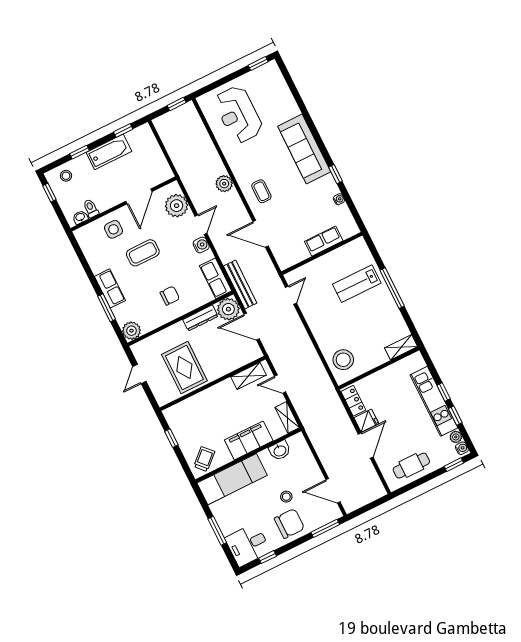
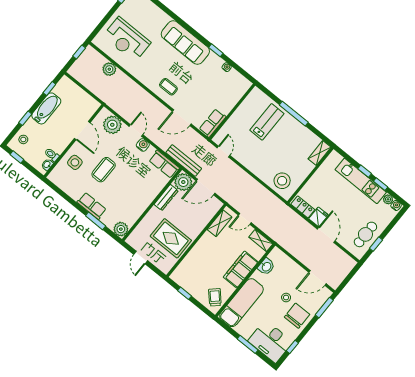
plant: (224, 184) -> (109, 69), moved
row of seats: (324, 241) -> (212, 123), moved
lab bench: (357, 284) -> (267, 122), turned 180
chair: (170, 296) -> (137, 192), removed
window: (454, 465) -> (376, 244), moved
desk: (248, 545) -> (270, 341), width x1.37

